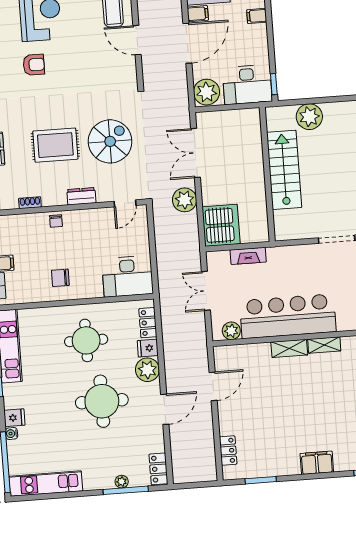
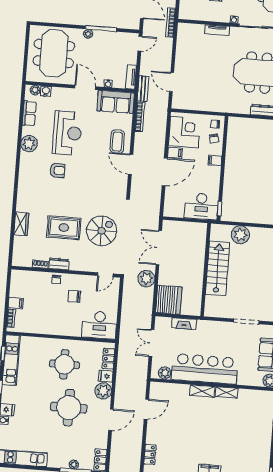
plant: (207, 92) -> (173, 207), removed
dresser: (81, 196) -> (59, 264), moved
chair: (60, 278) -> (74, 296), moved

